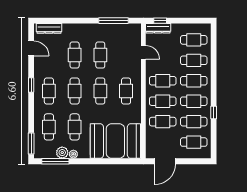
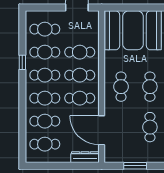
window: (114, 21) -> (135, 166), width x0.69
window: (160, 21) -> (83, 166), removed
door: (143, 52) -> (102, 130), width x1.87

